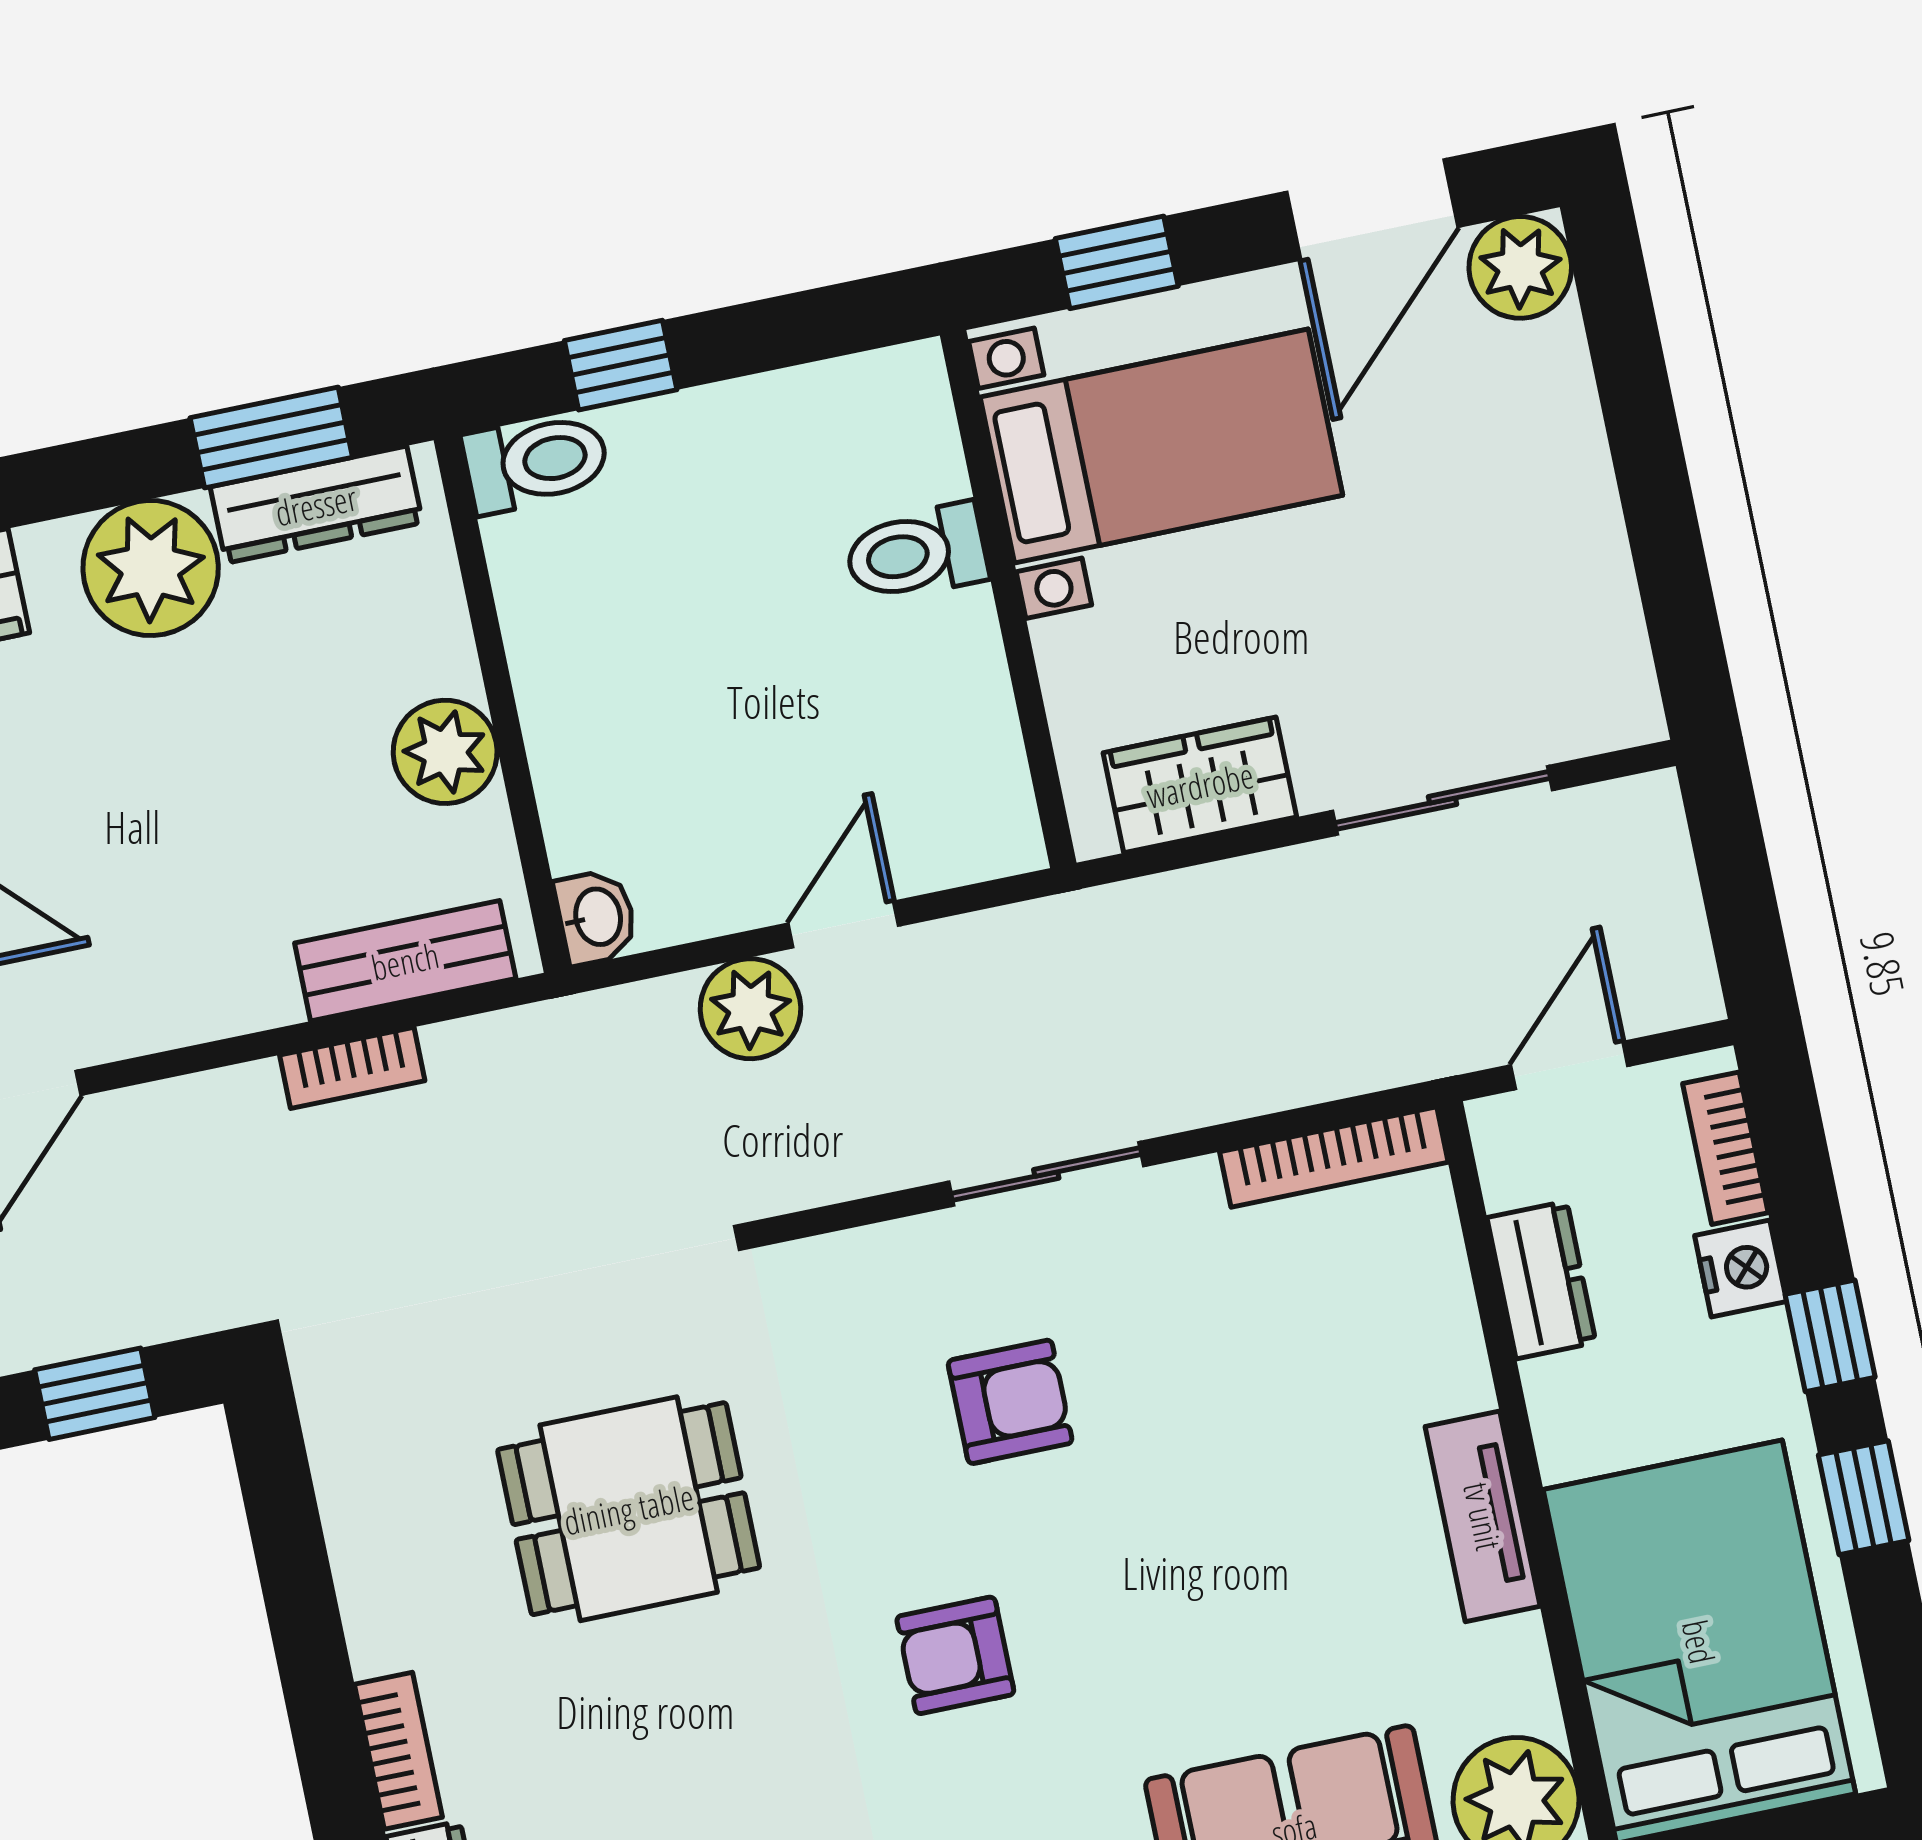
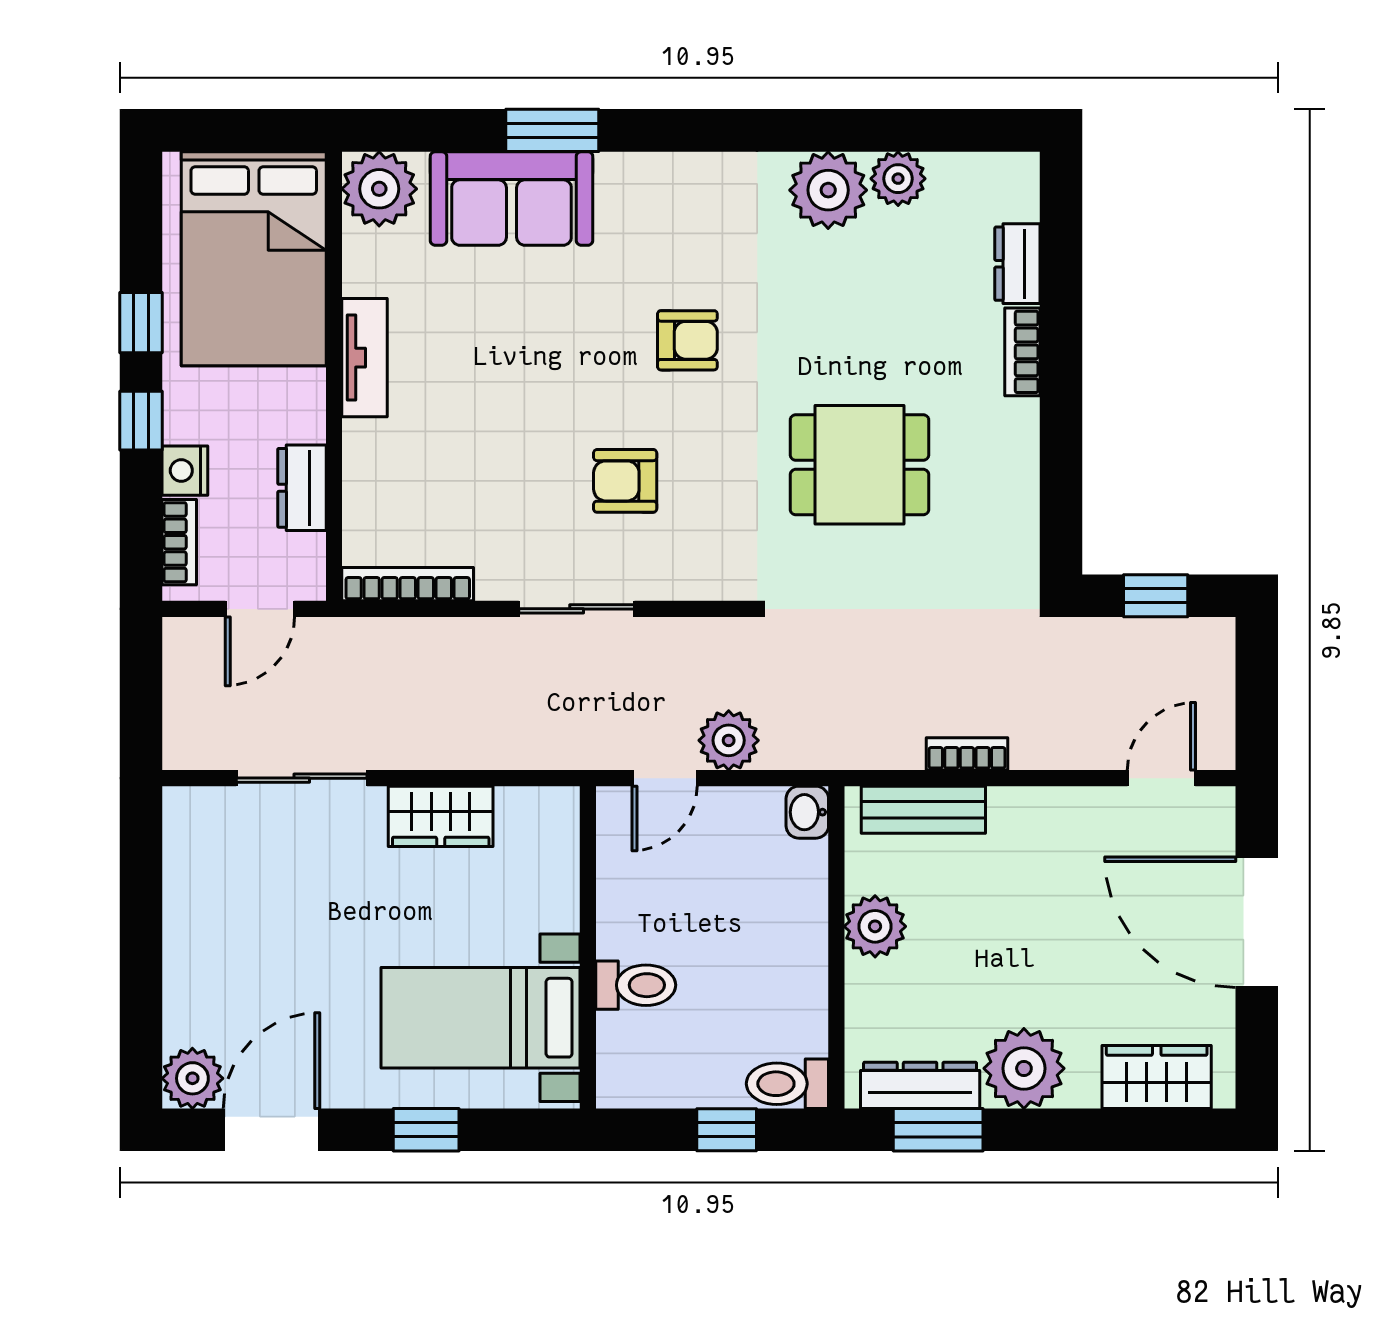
bed with nightstands: (1161, 446) -> (481, 1018), moved
toilet: (916, 553) -> (636, 985), moved
wall: (1008, 599) -> (588, 947), moved

